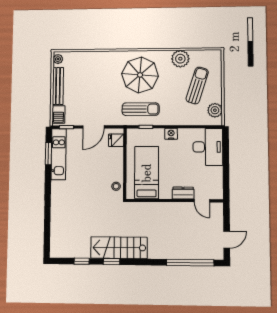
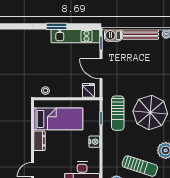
window: (48, 154) -> (57, 26), moved
dresser: (183, 193) -> (39, 141), moved

